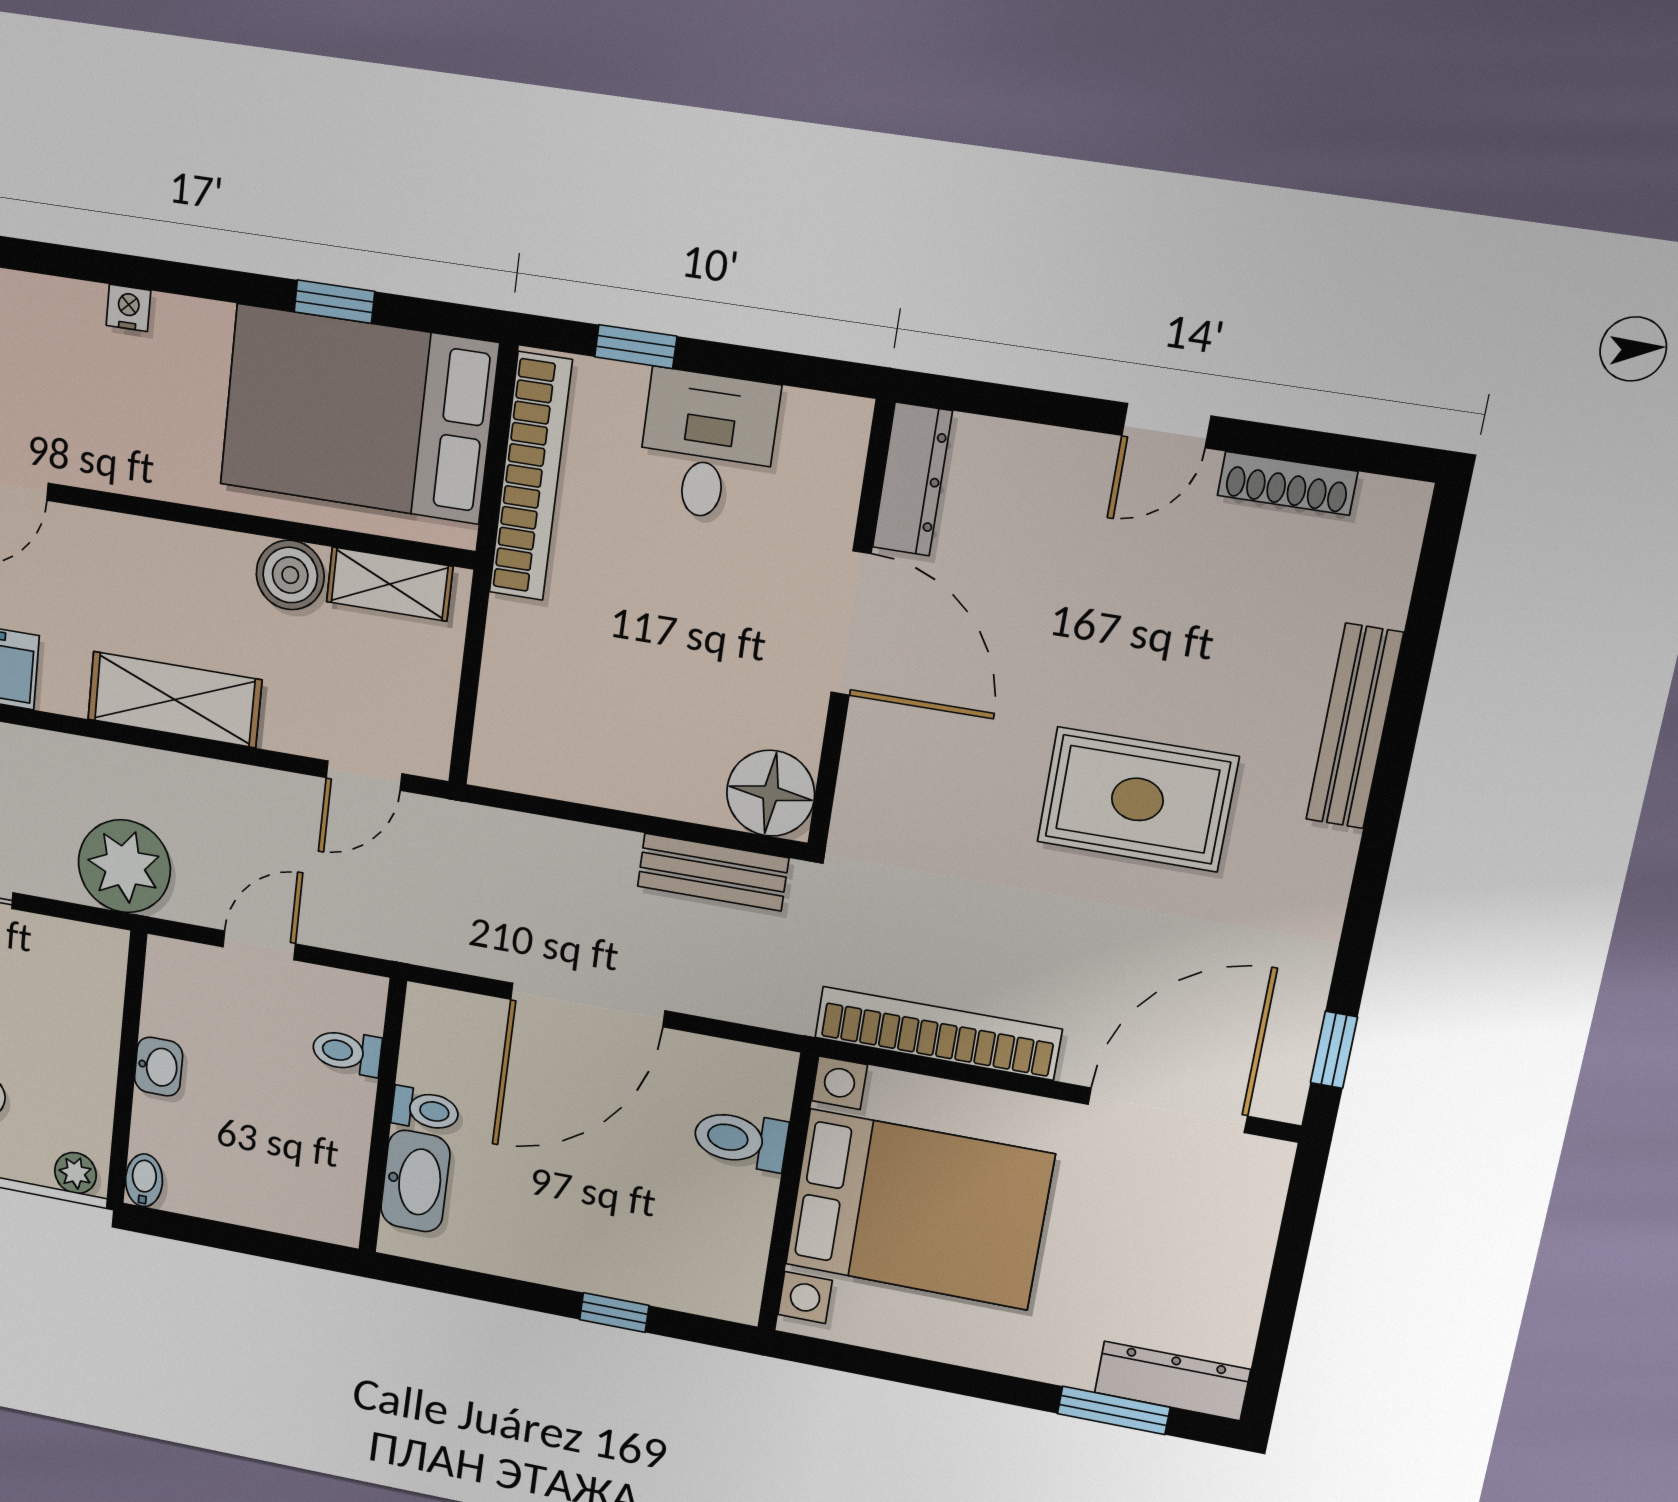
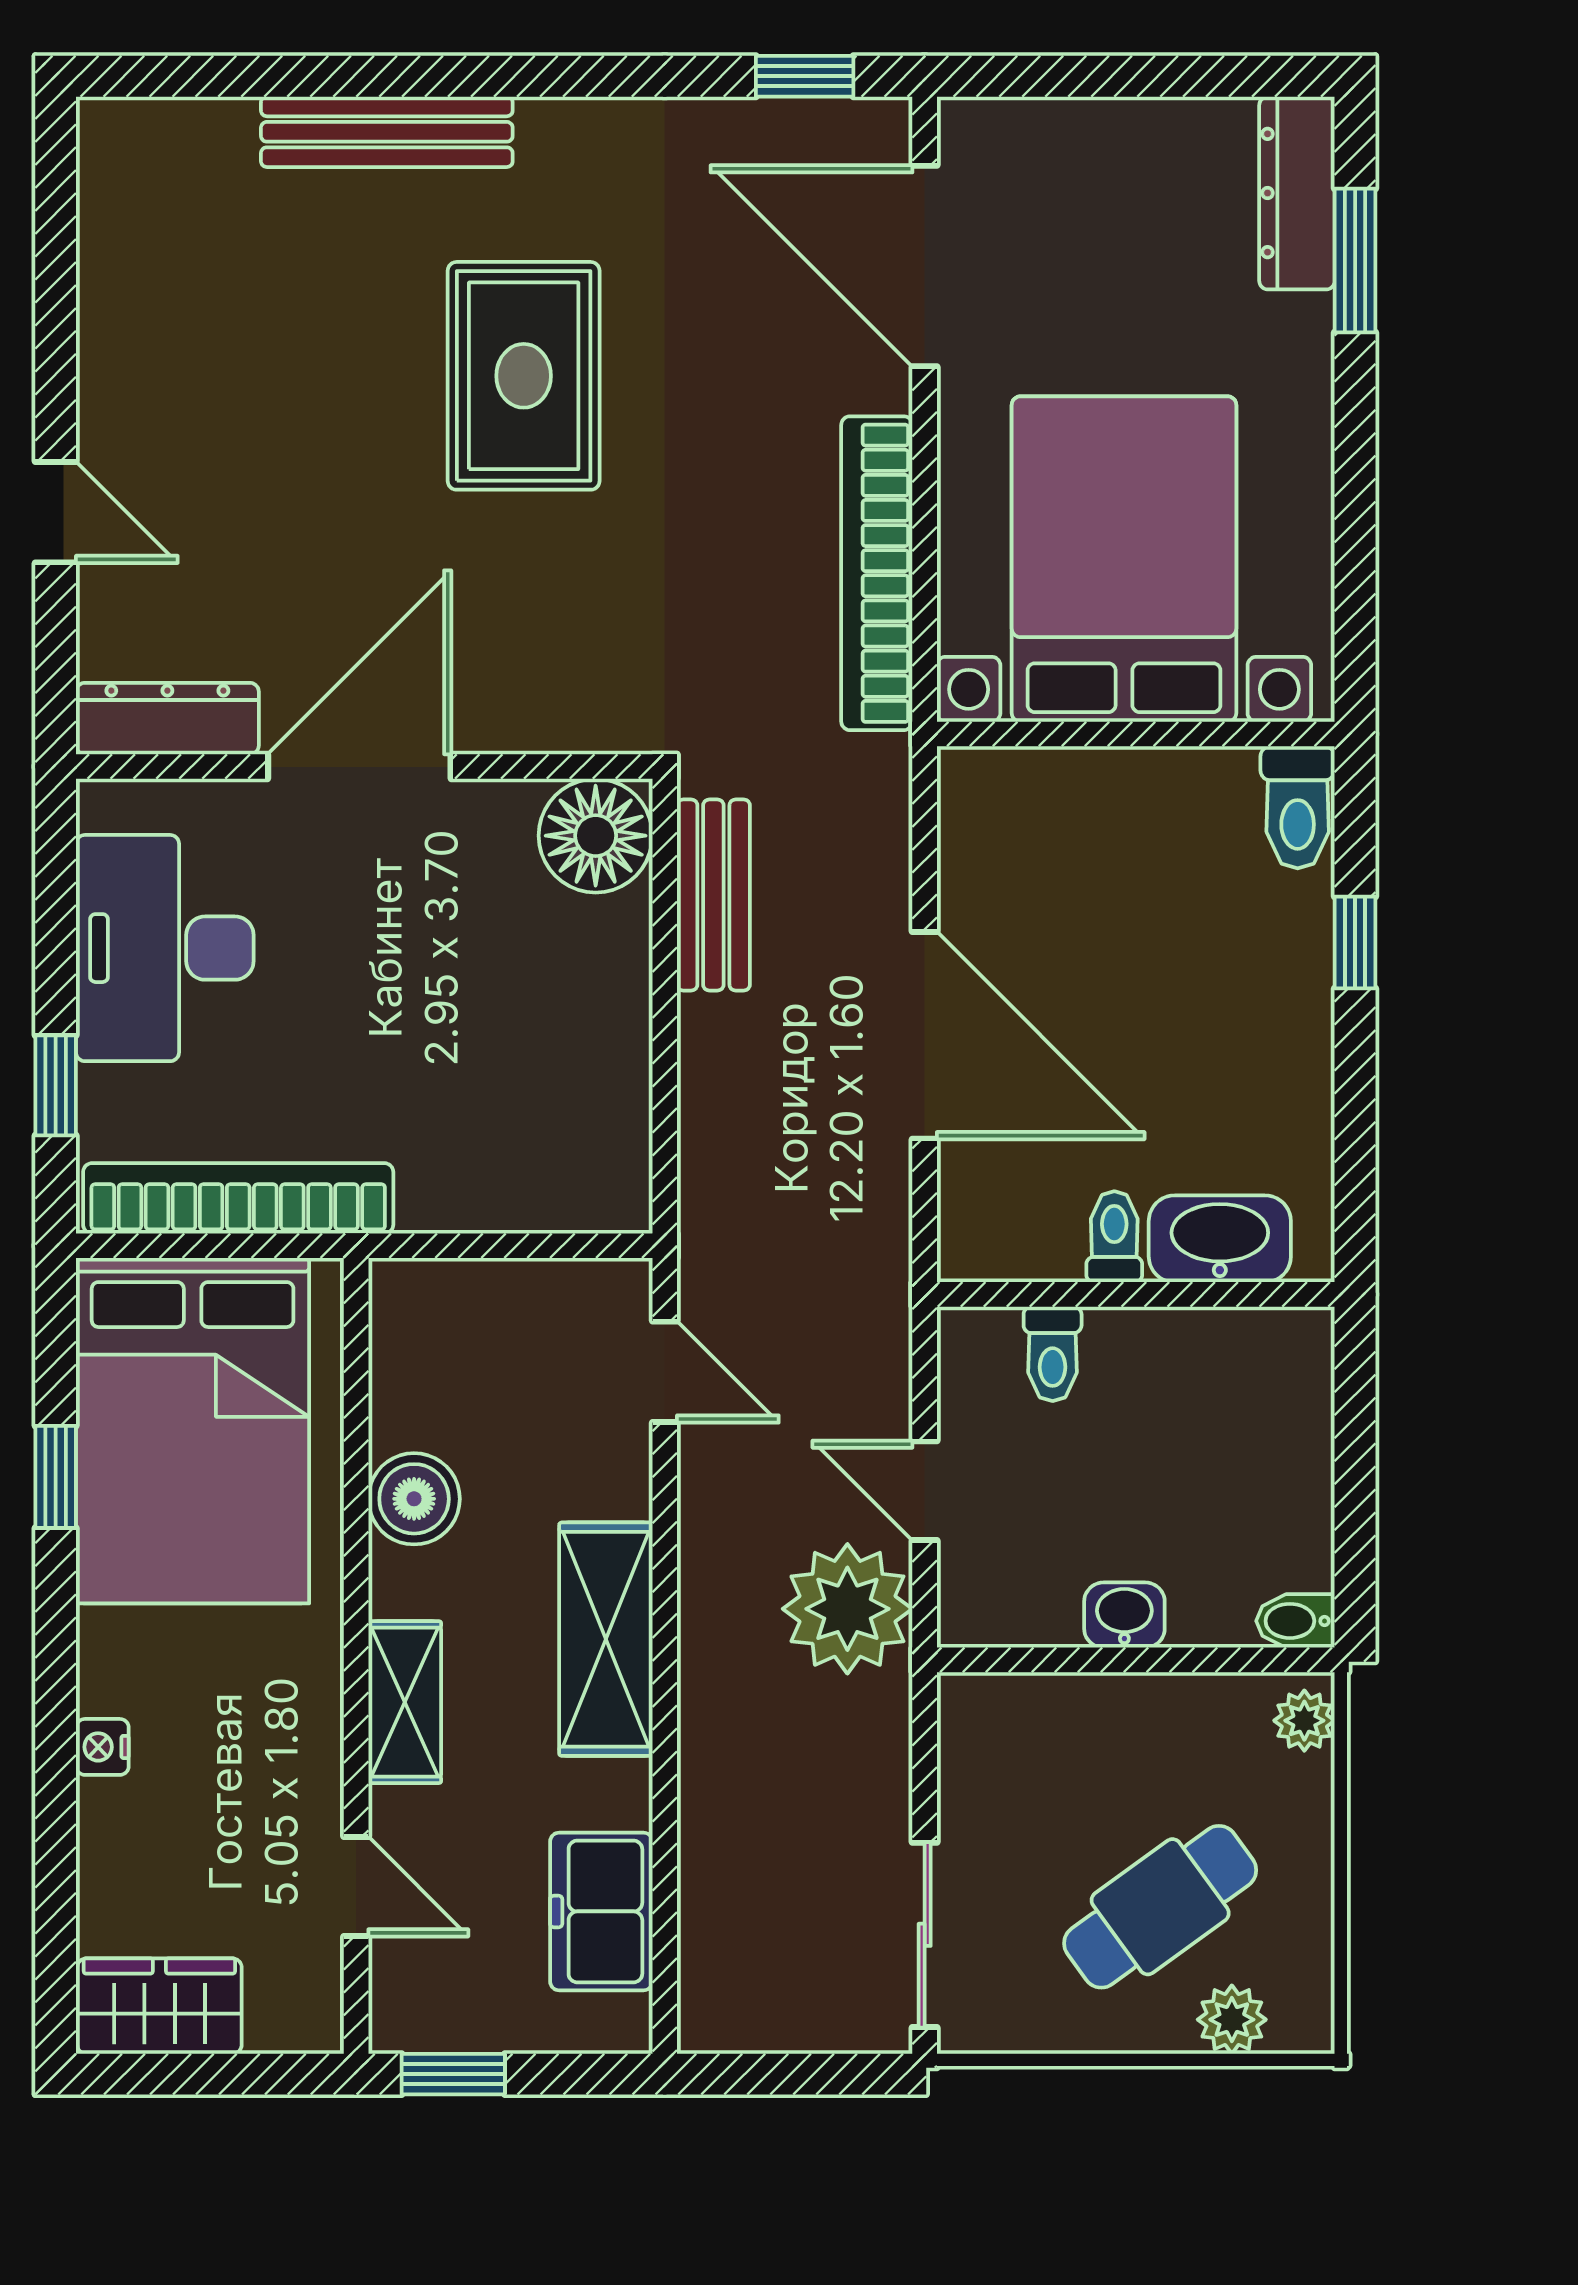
door: (1166, 426) -> (56, 512), moved
desk: (707, 446) -> (165, 948), width x1.37
shoe rack: (1287, 483) -> (103, 268), removed
shelving: (390, 584) -> (405, 1702), moved
plant: (124, 866) -> (847, 1609), moved
toilet: (740, 1140) -> (1298, 807), moved

